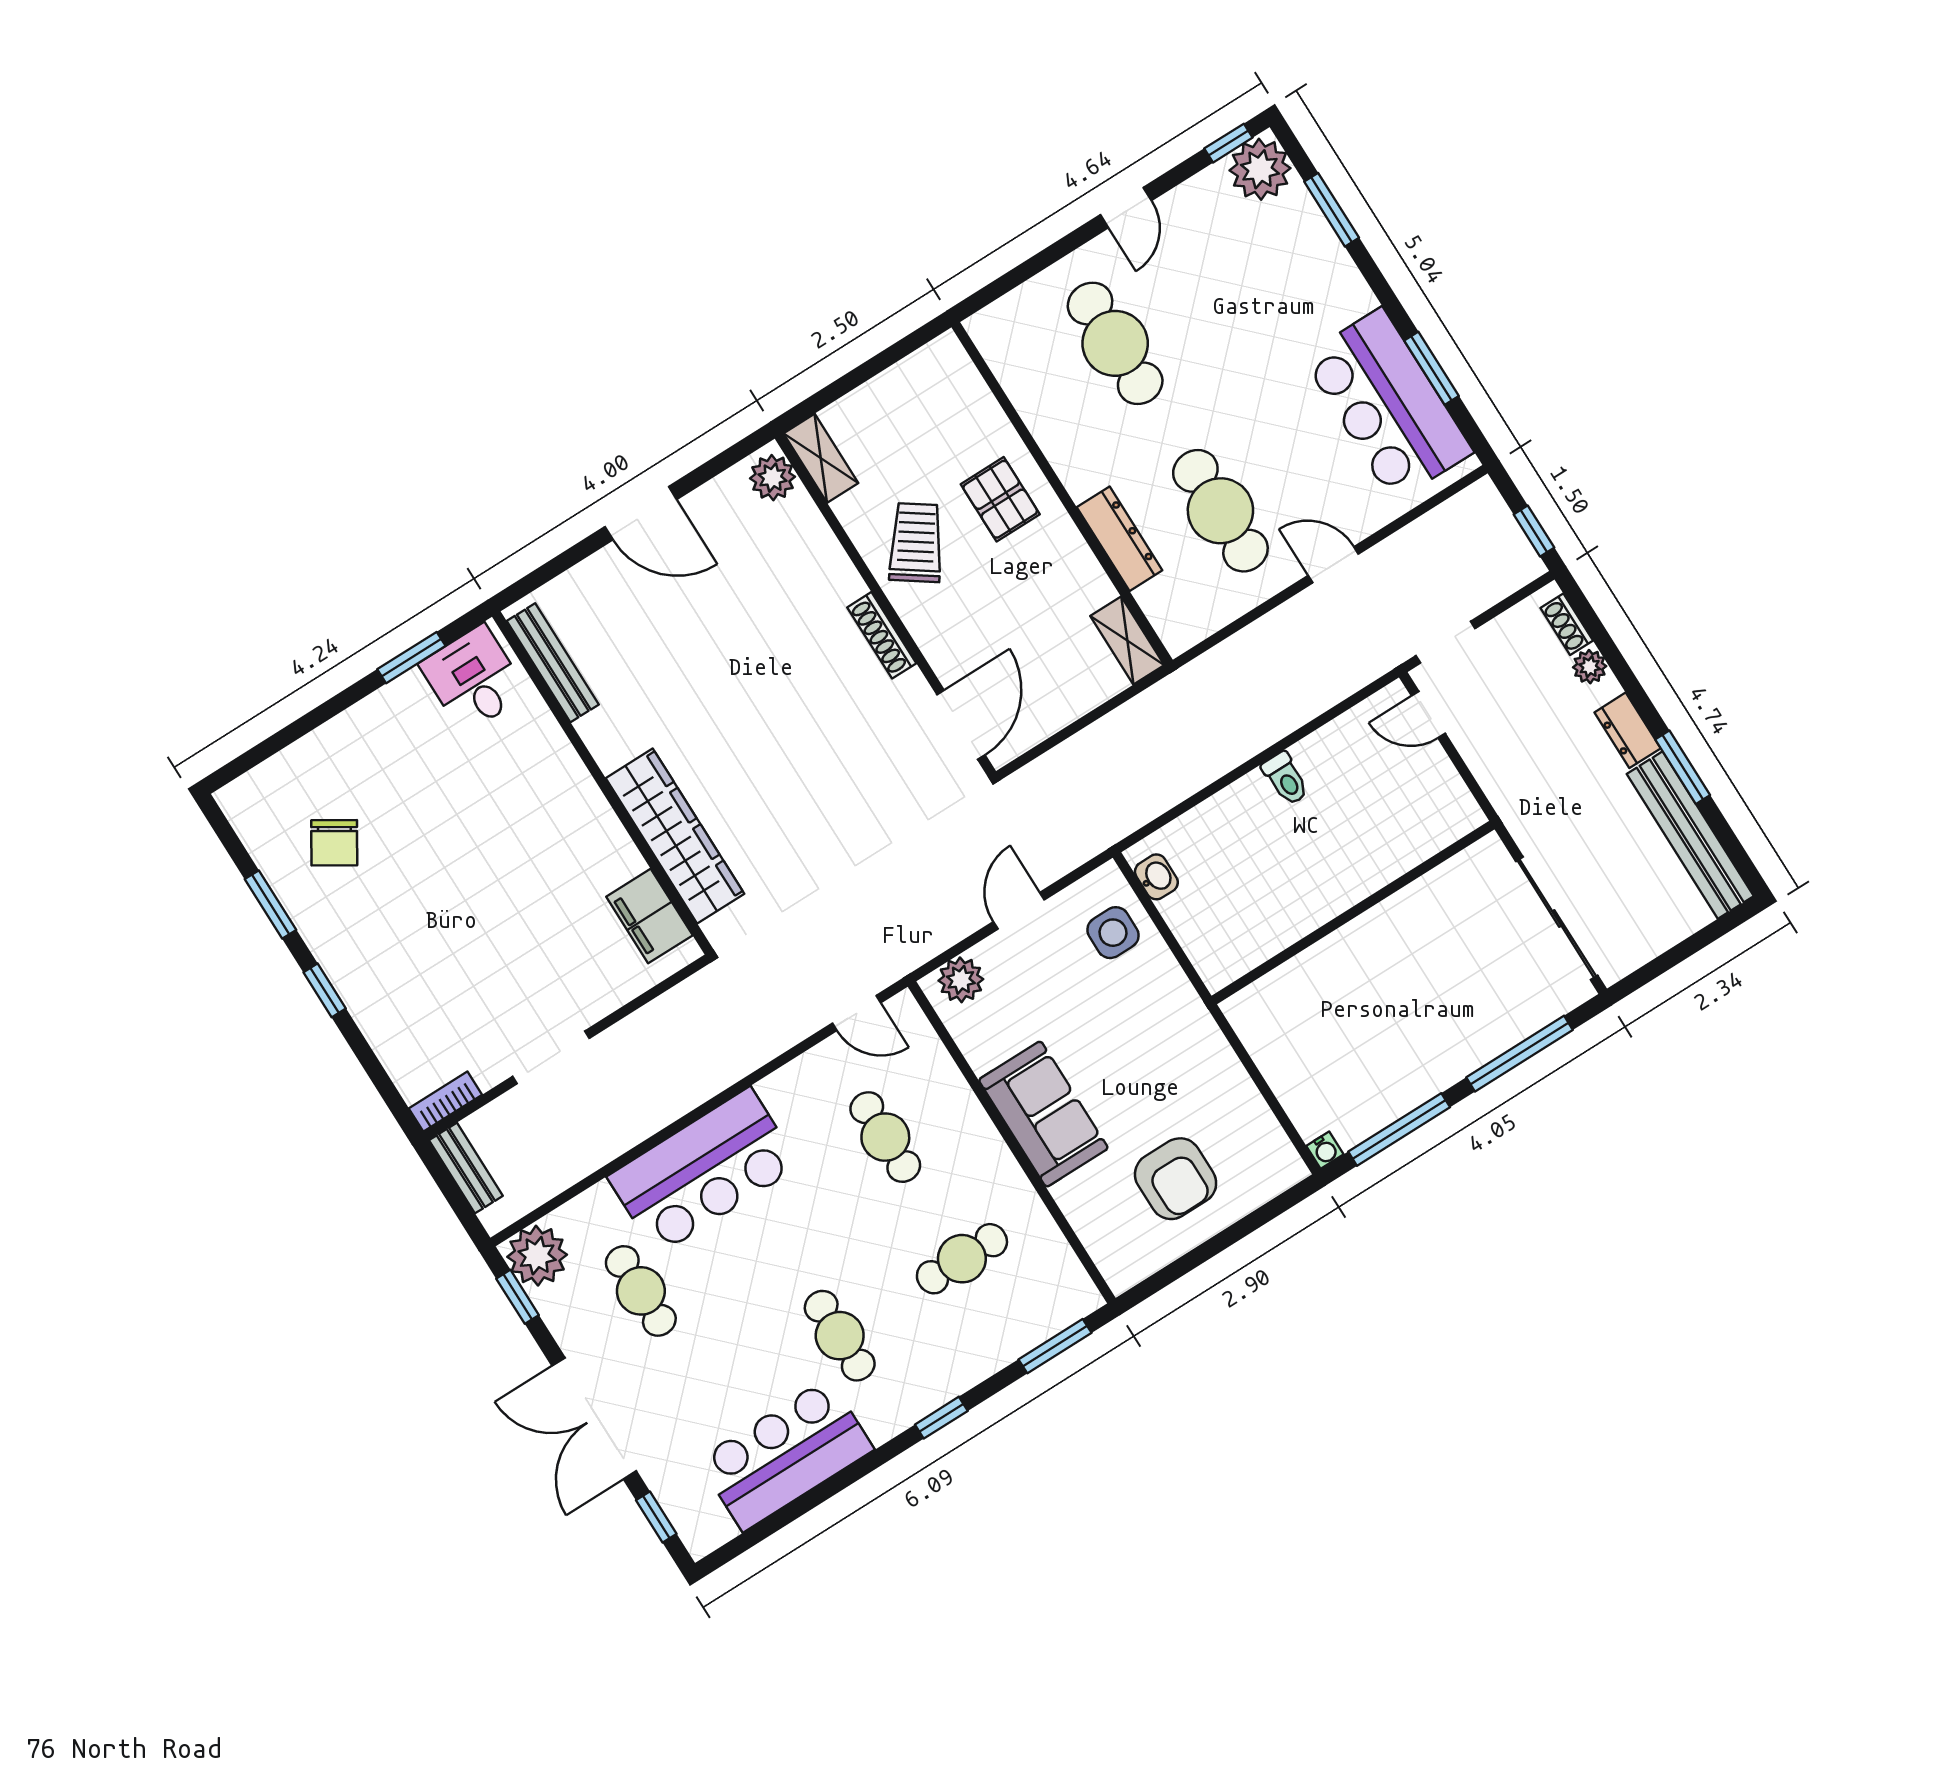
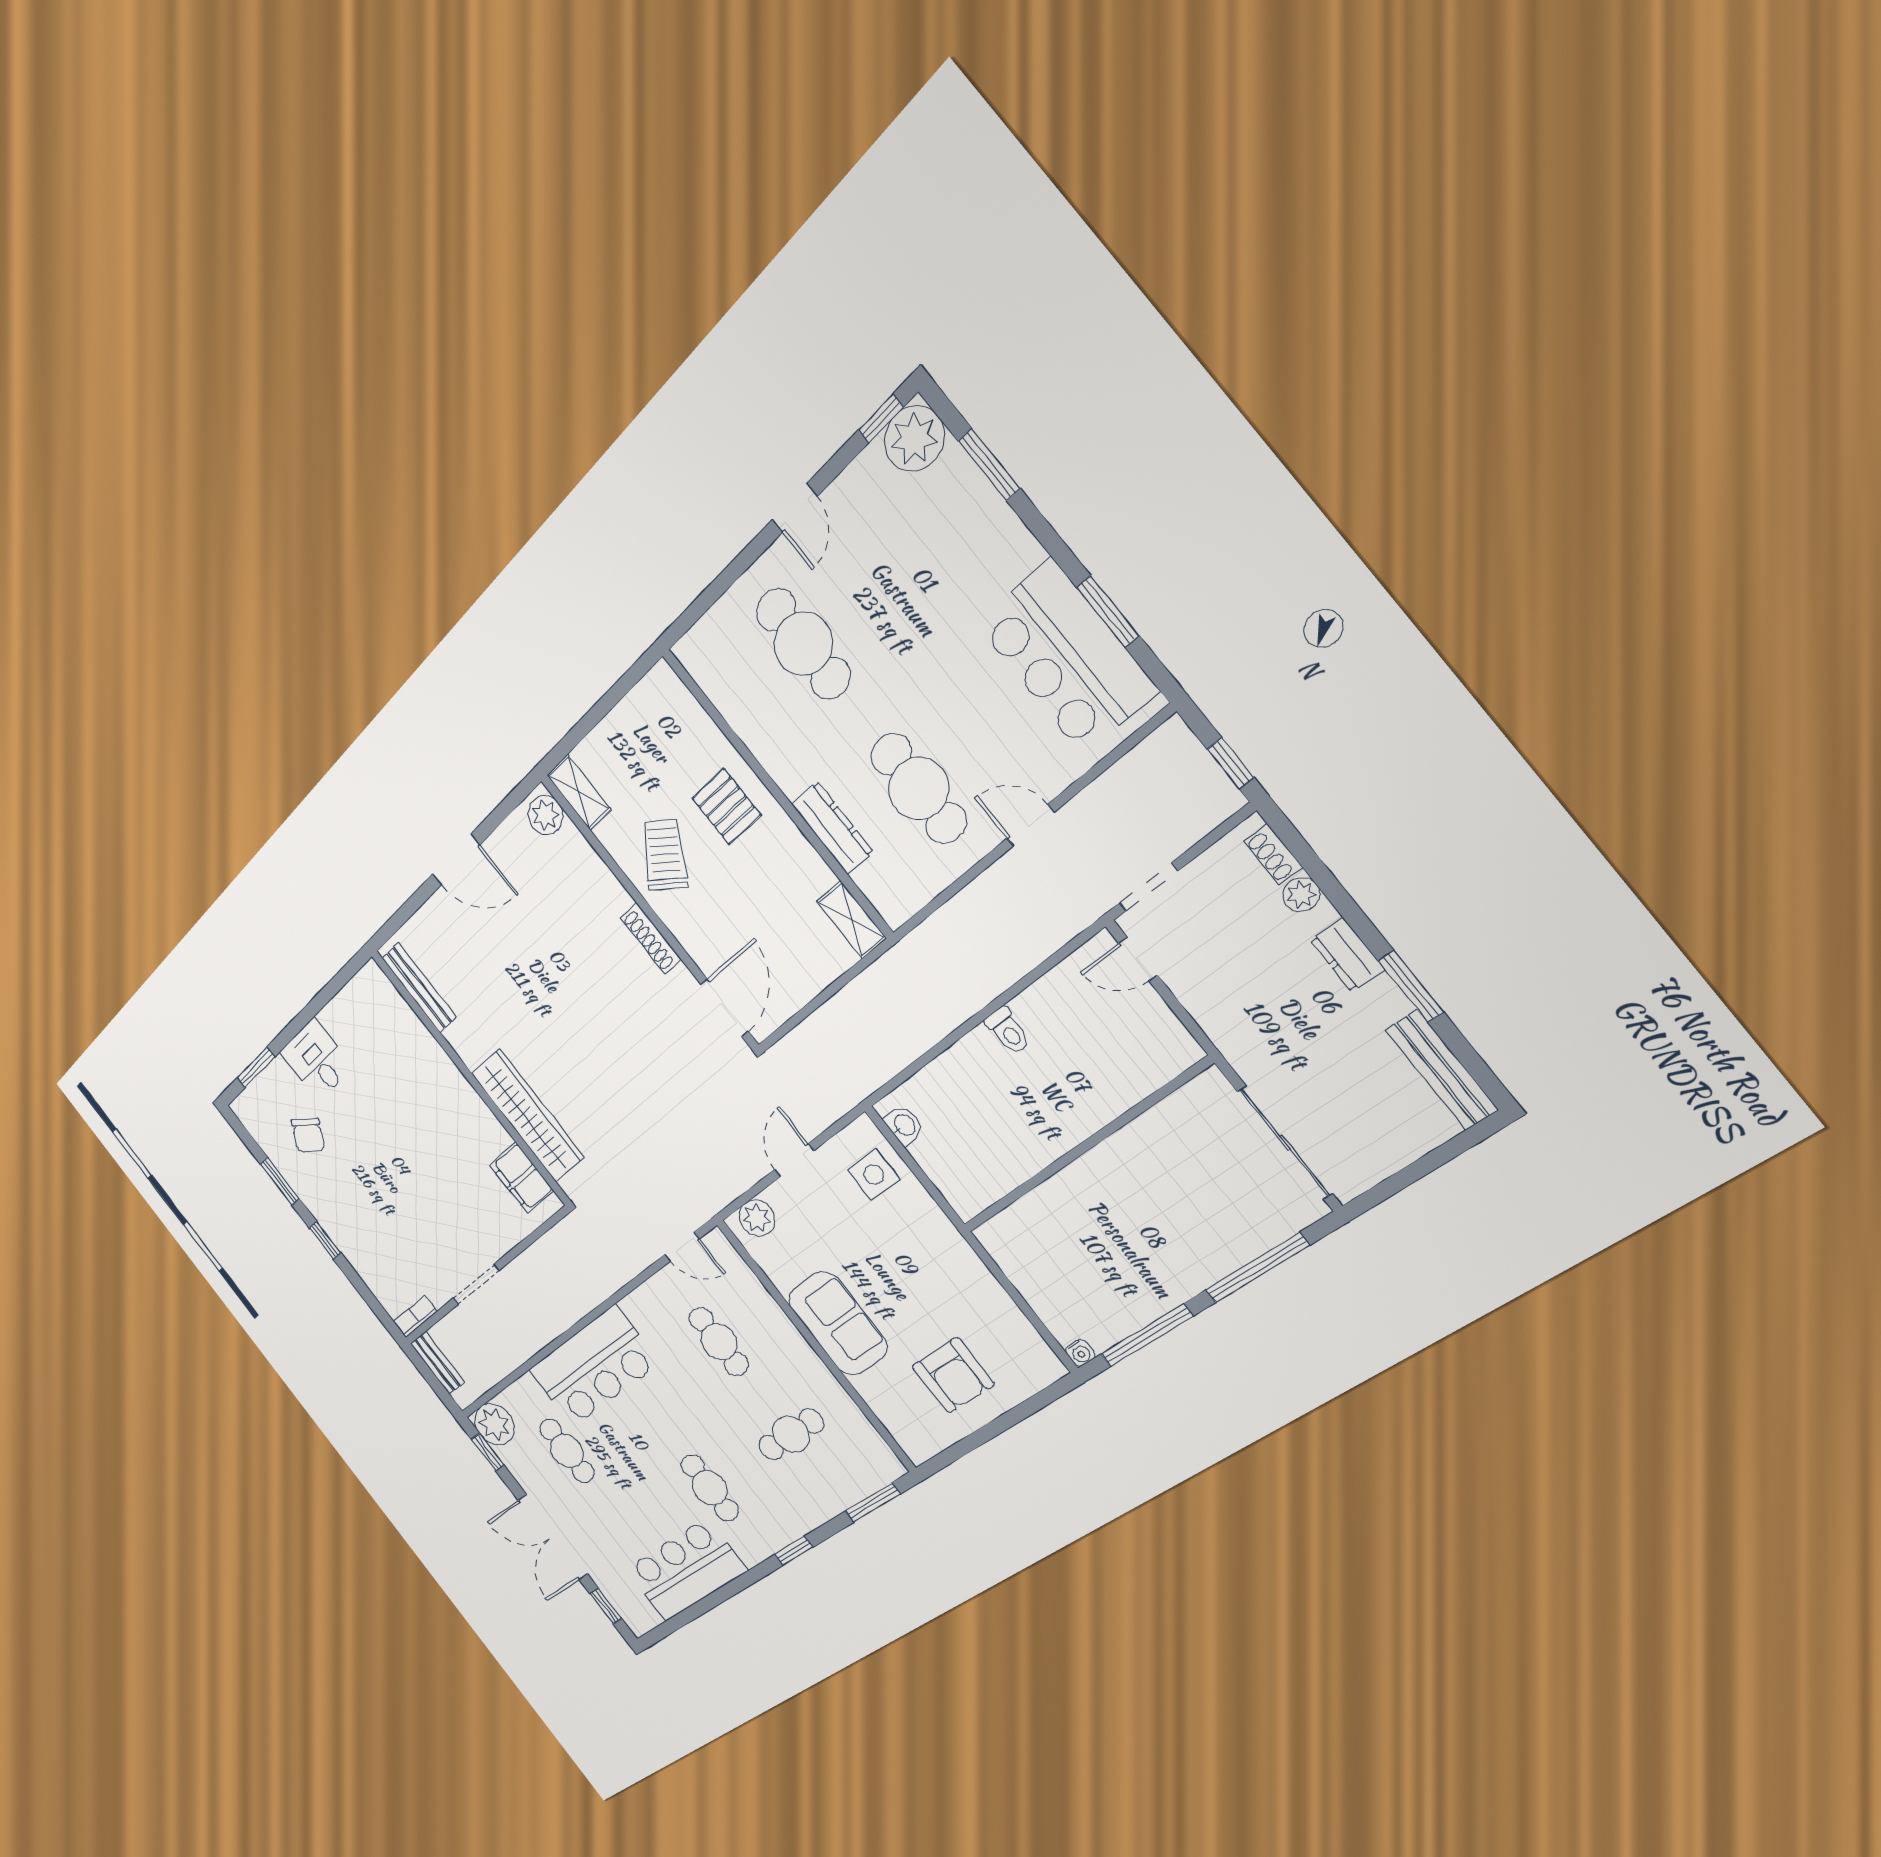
window: (411, 658) -> (256, 1067), moved
desk: (474, 679) -> (316, 1060), moved
bench: (1690, 835) -> (1442, 1070), width x0.73, depth x0.82

